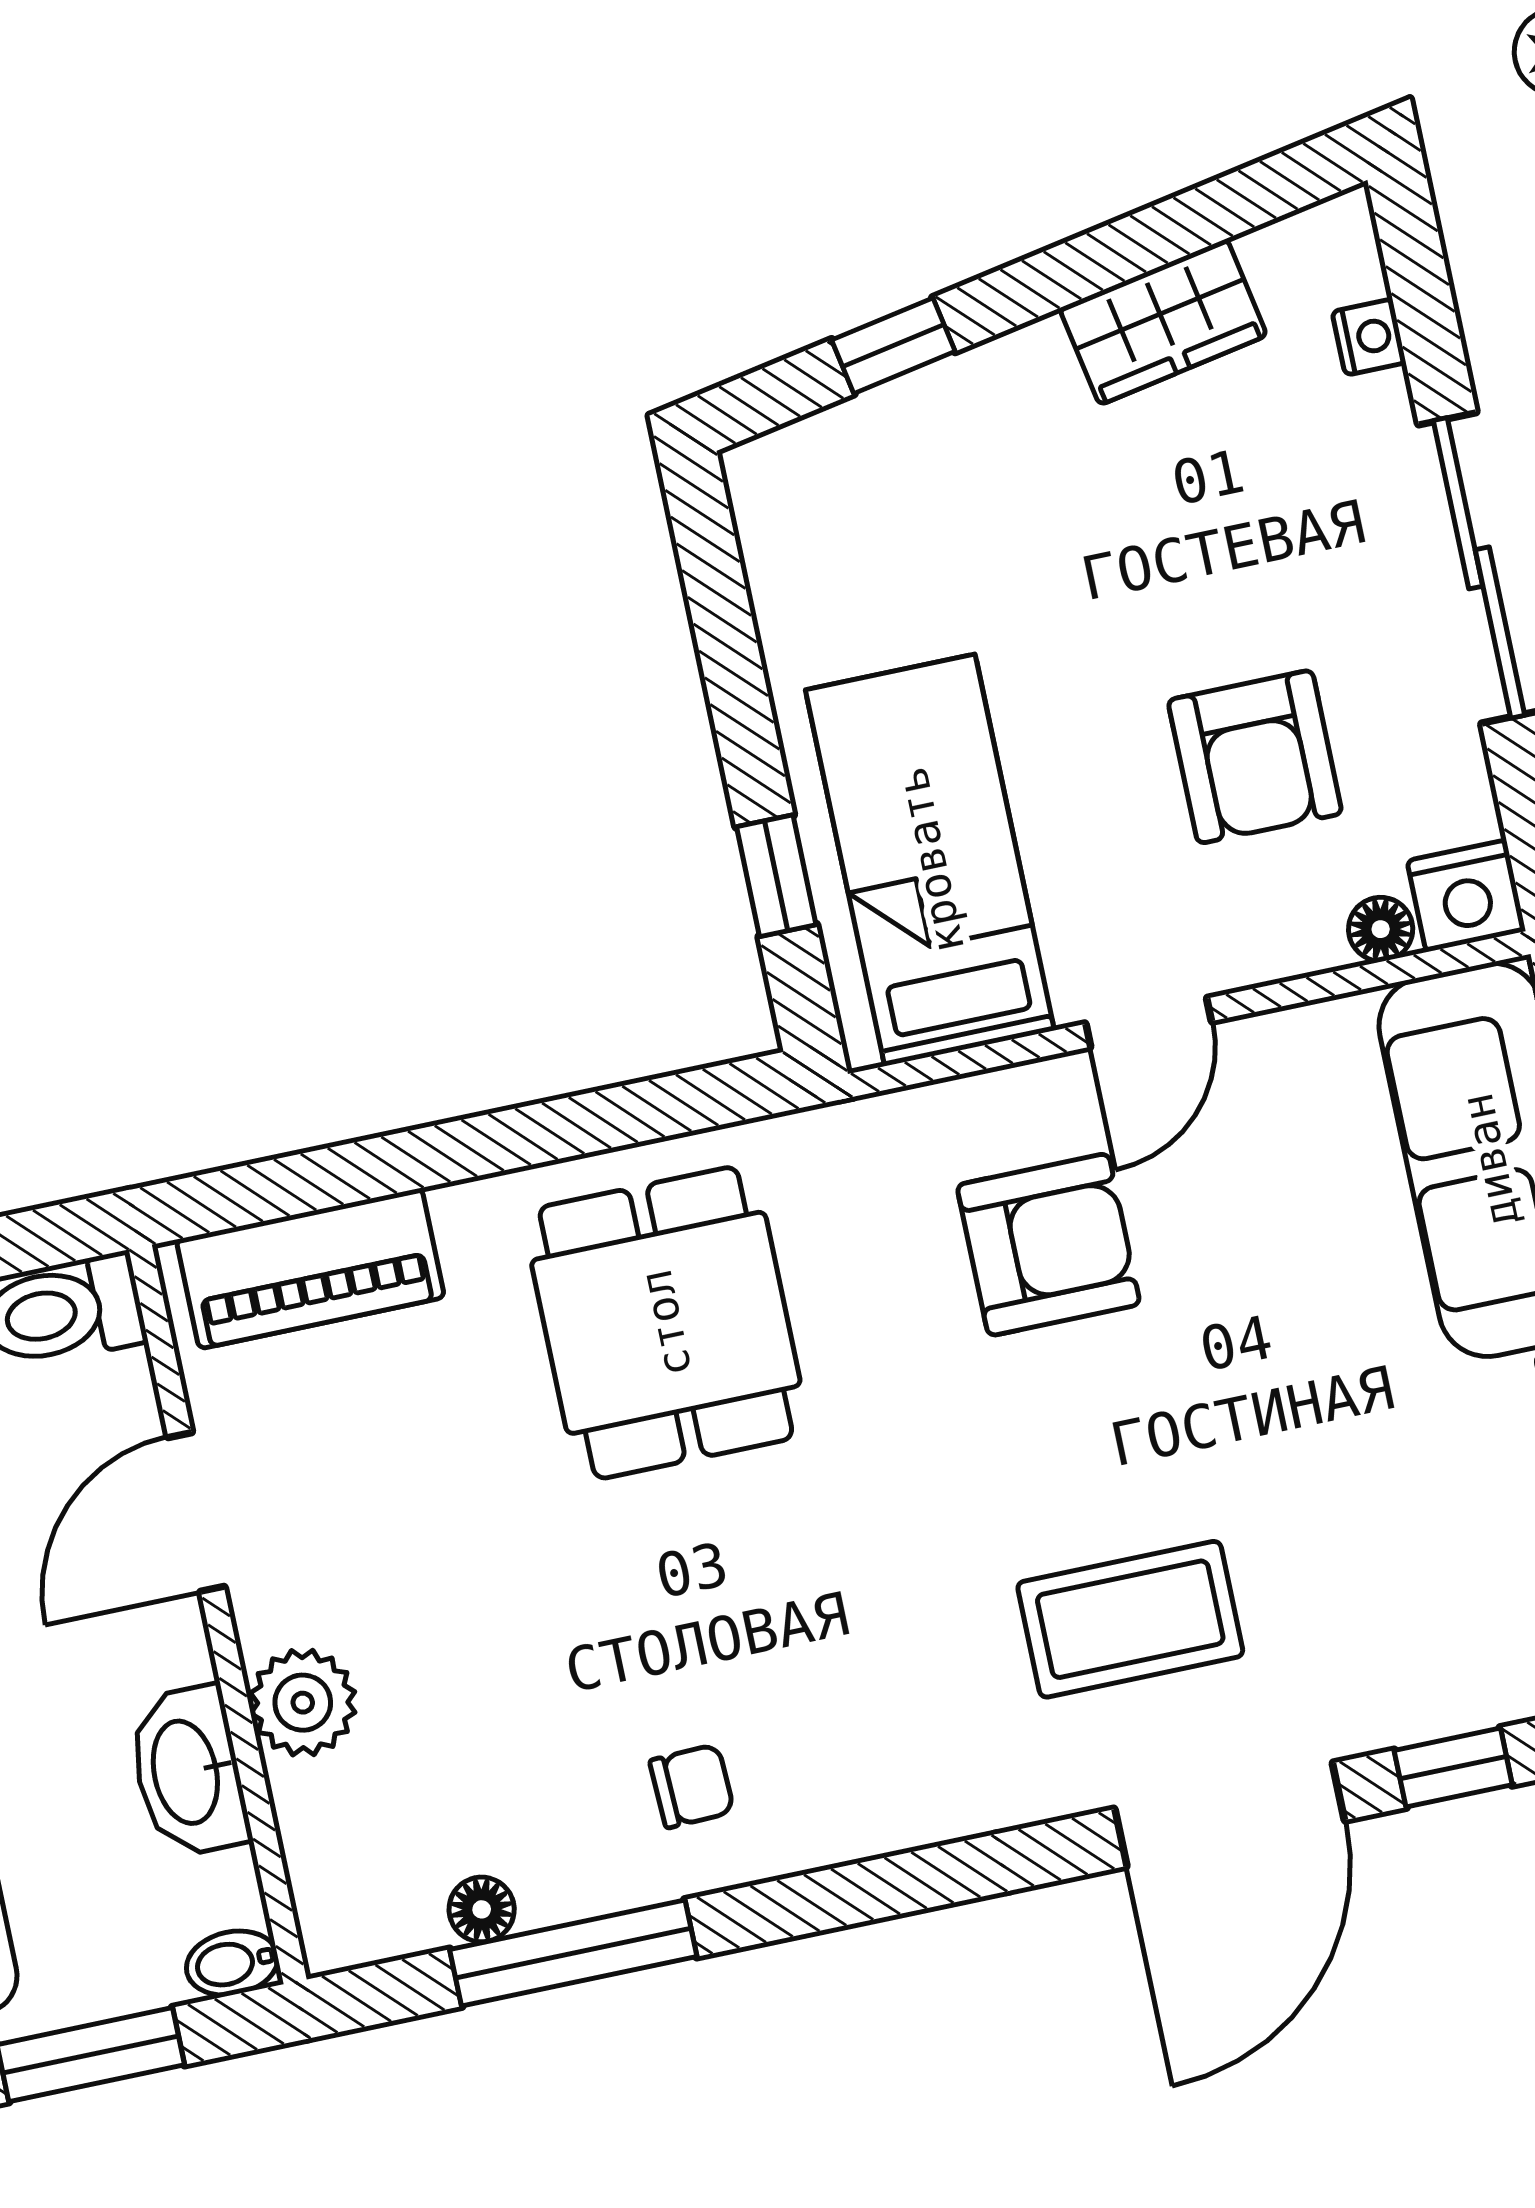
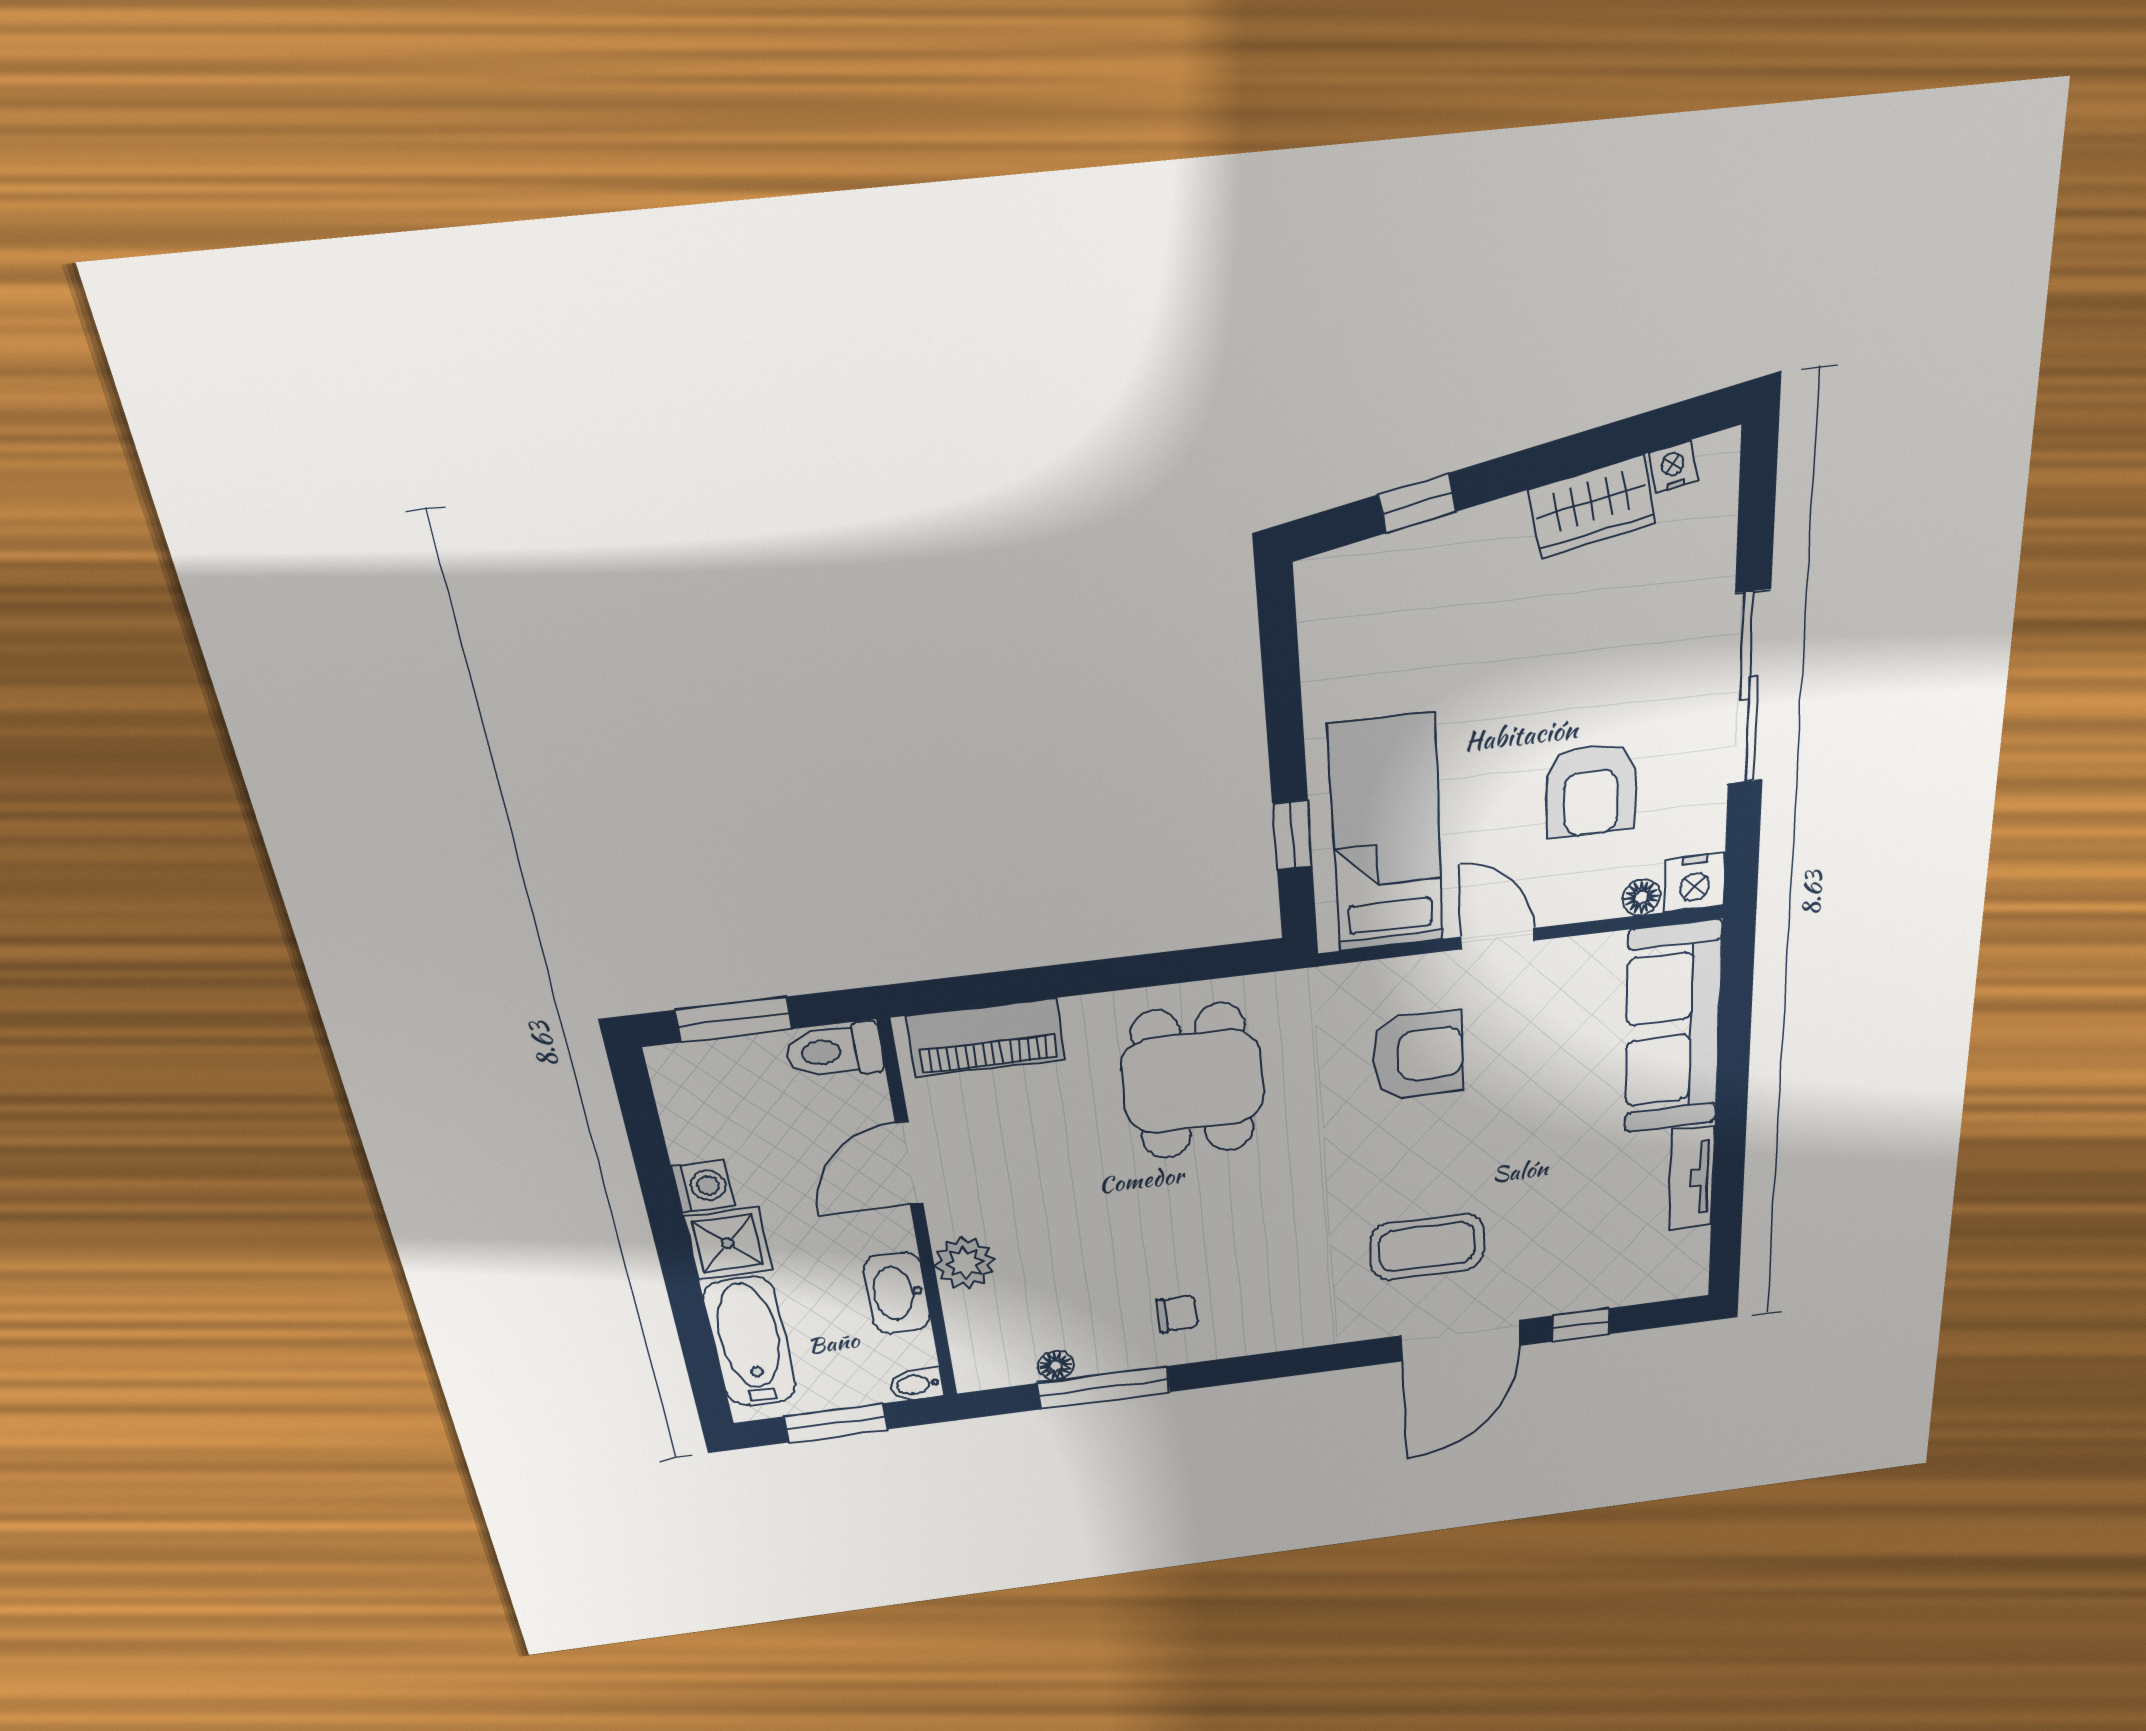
nightstand: (1369, 337) -> (1673, 467), moved, turned -101
door: (1149, 1023) -> (1498, 939), swing flipped

